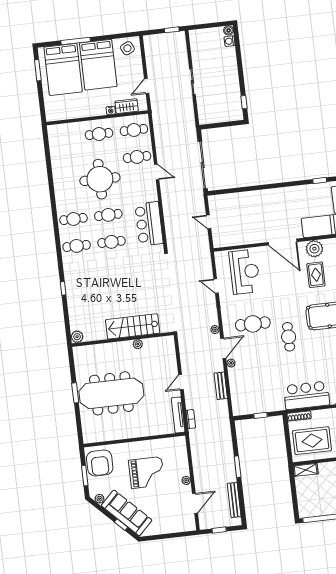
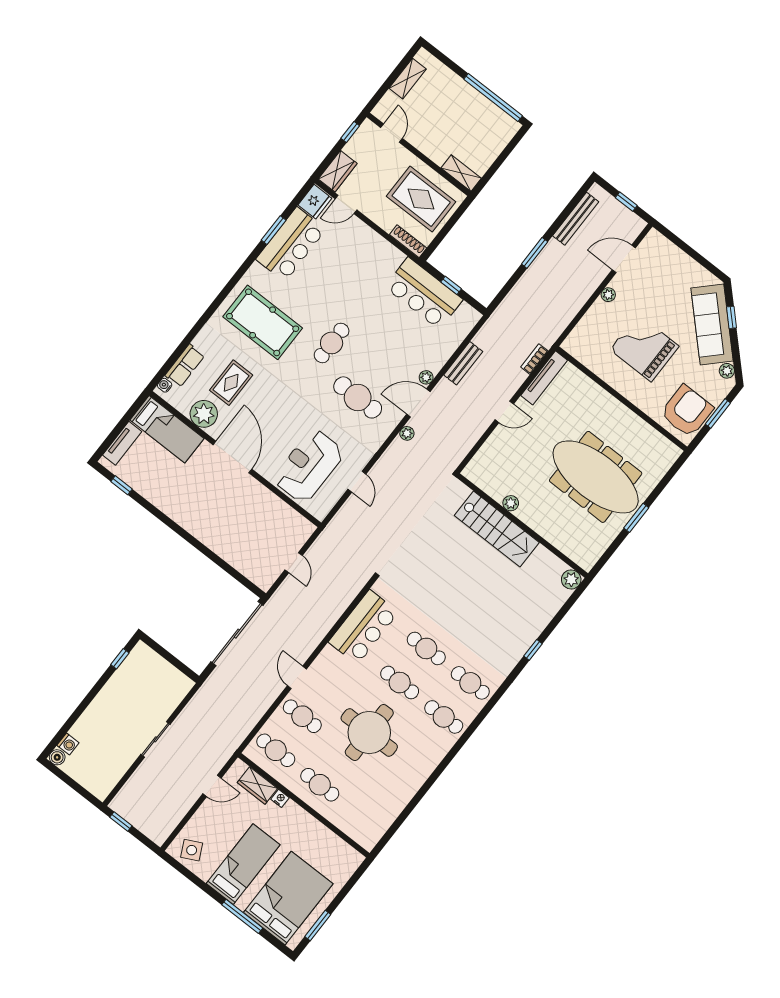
bed: (98, 65) -> (243, 864), width x0.67
bar counter: (307, 395) -> (424, 293), moved

